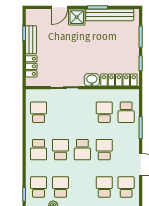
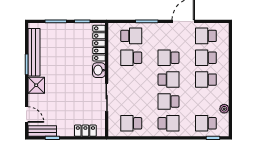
door: (60, 7) -> (27, 115), moved
bench: (31, 40) -> (42, 131), moved
school desk: (60, 187) -> (206, 80), moved

